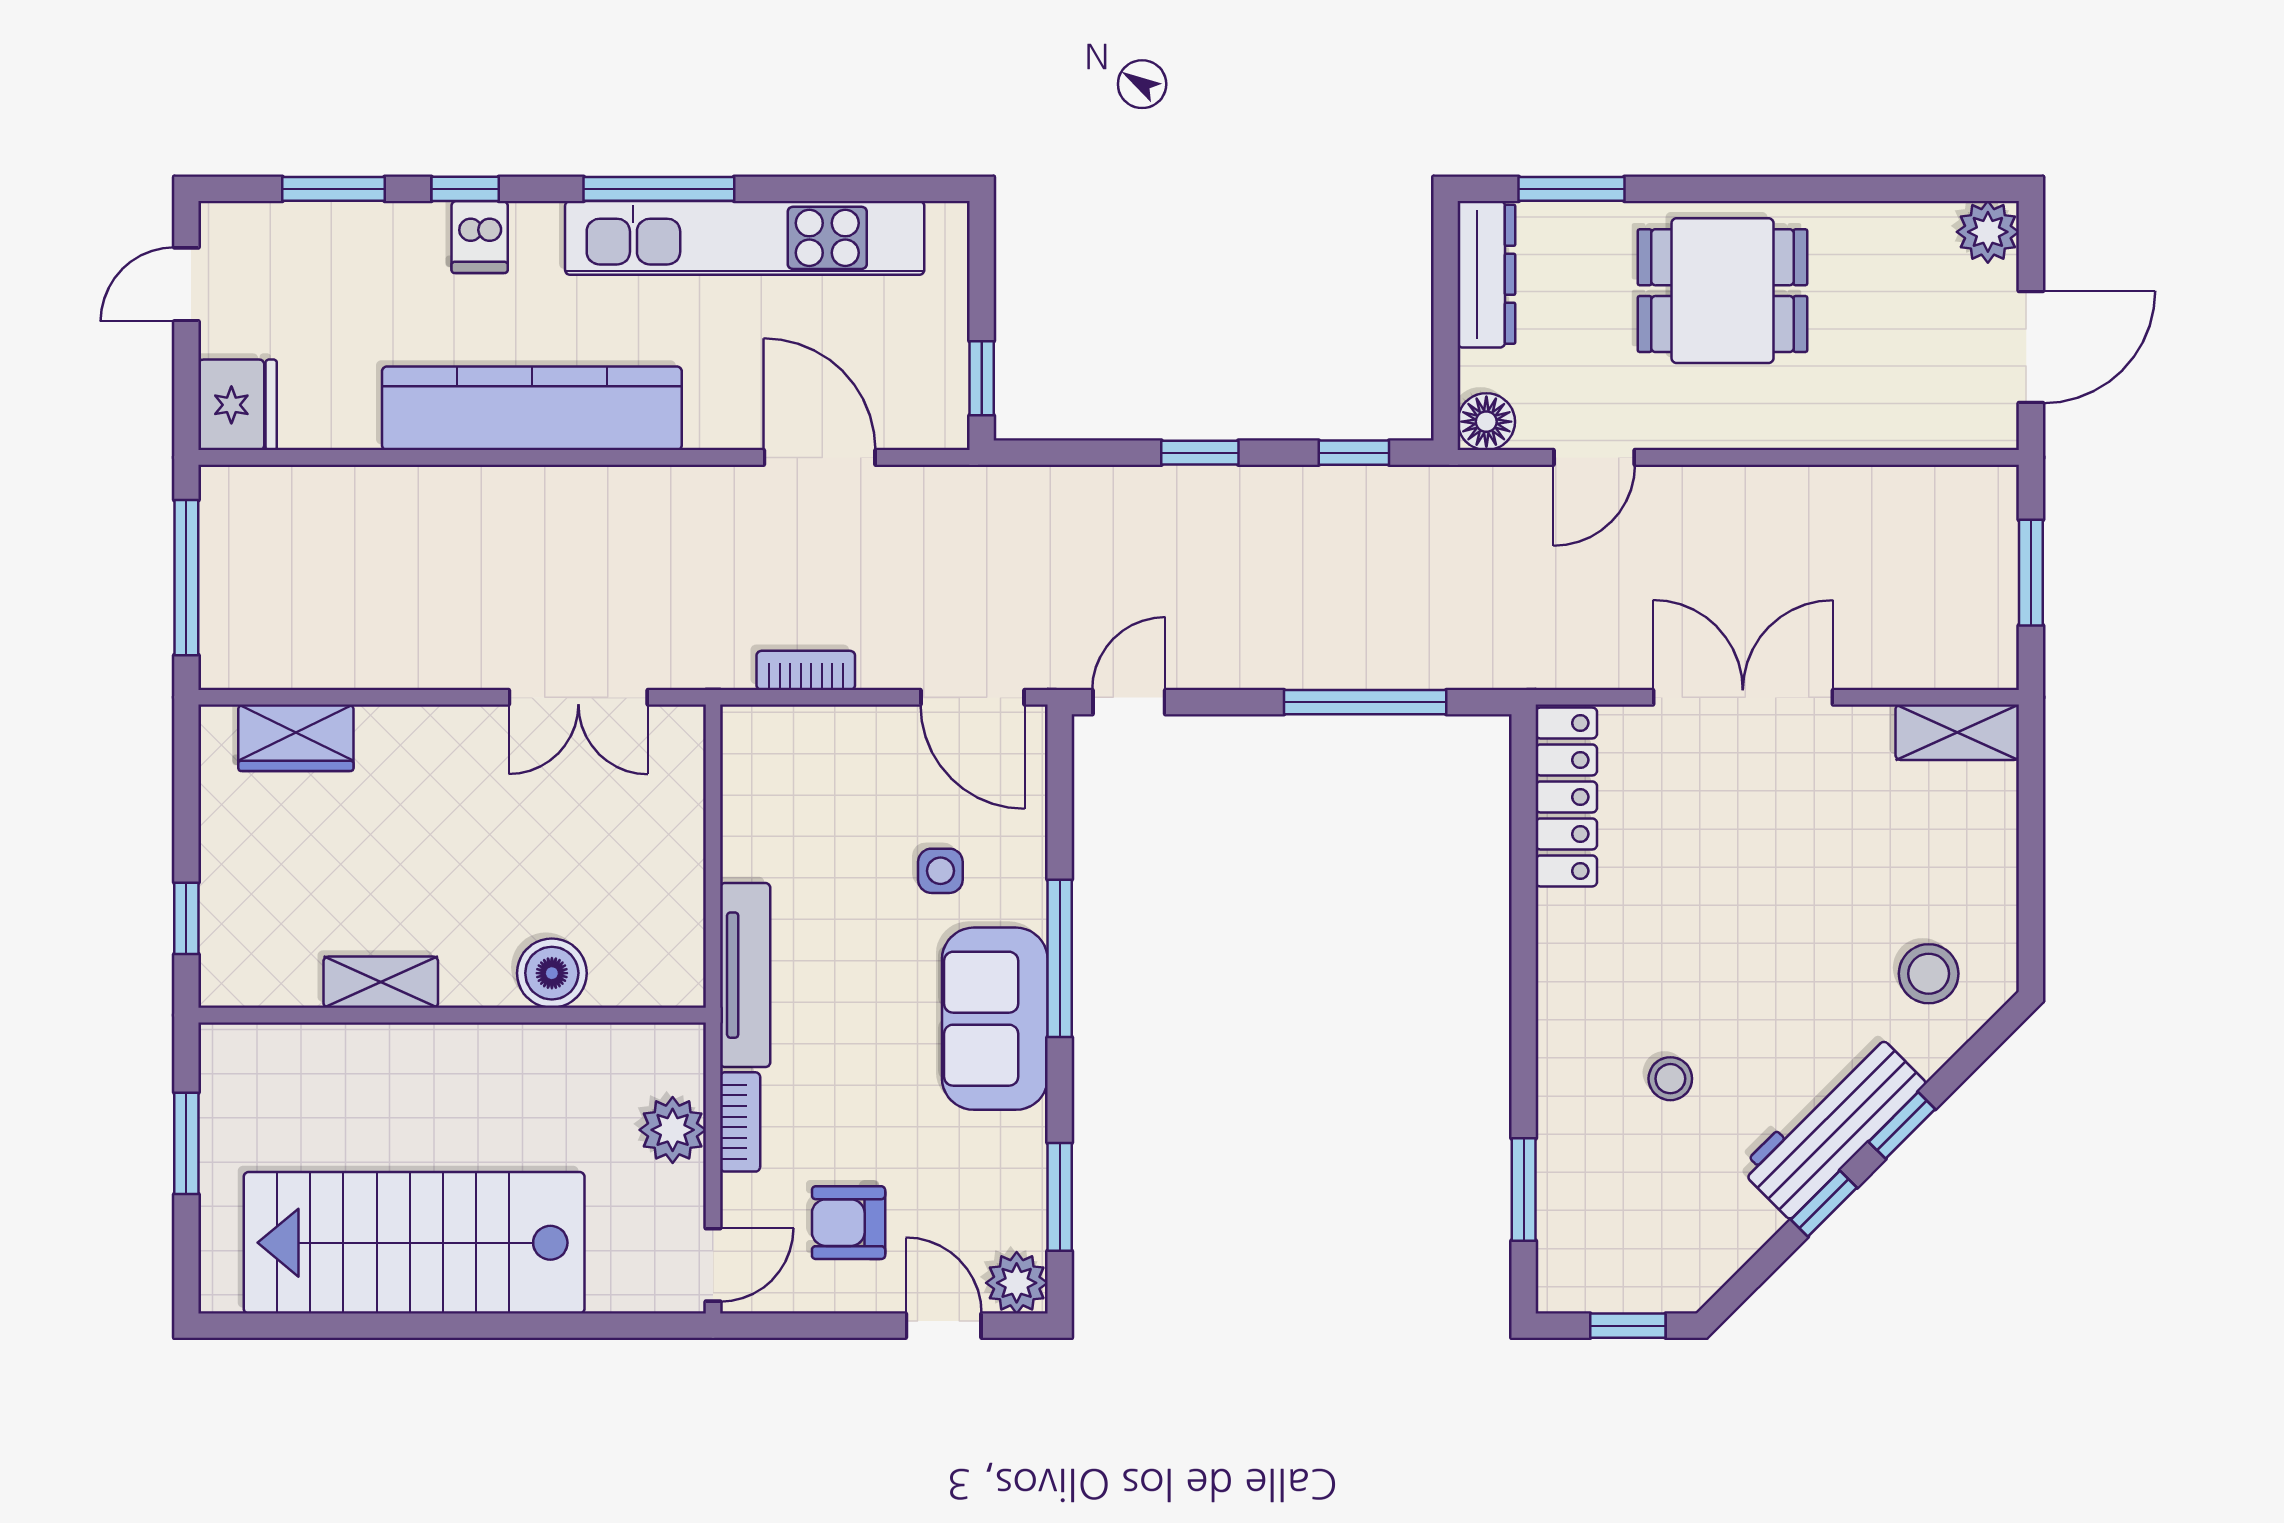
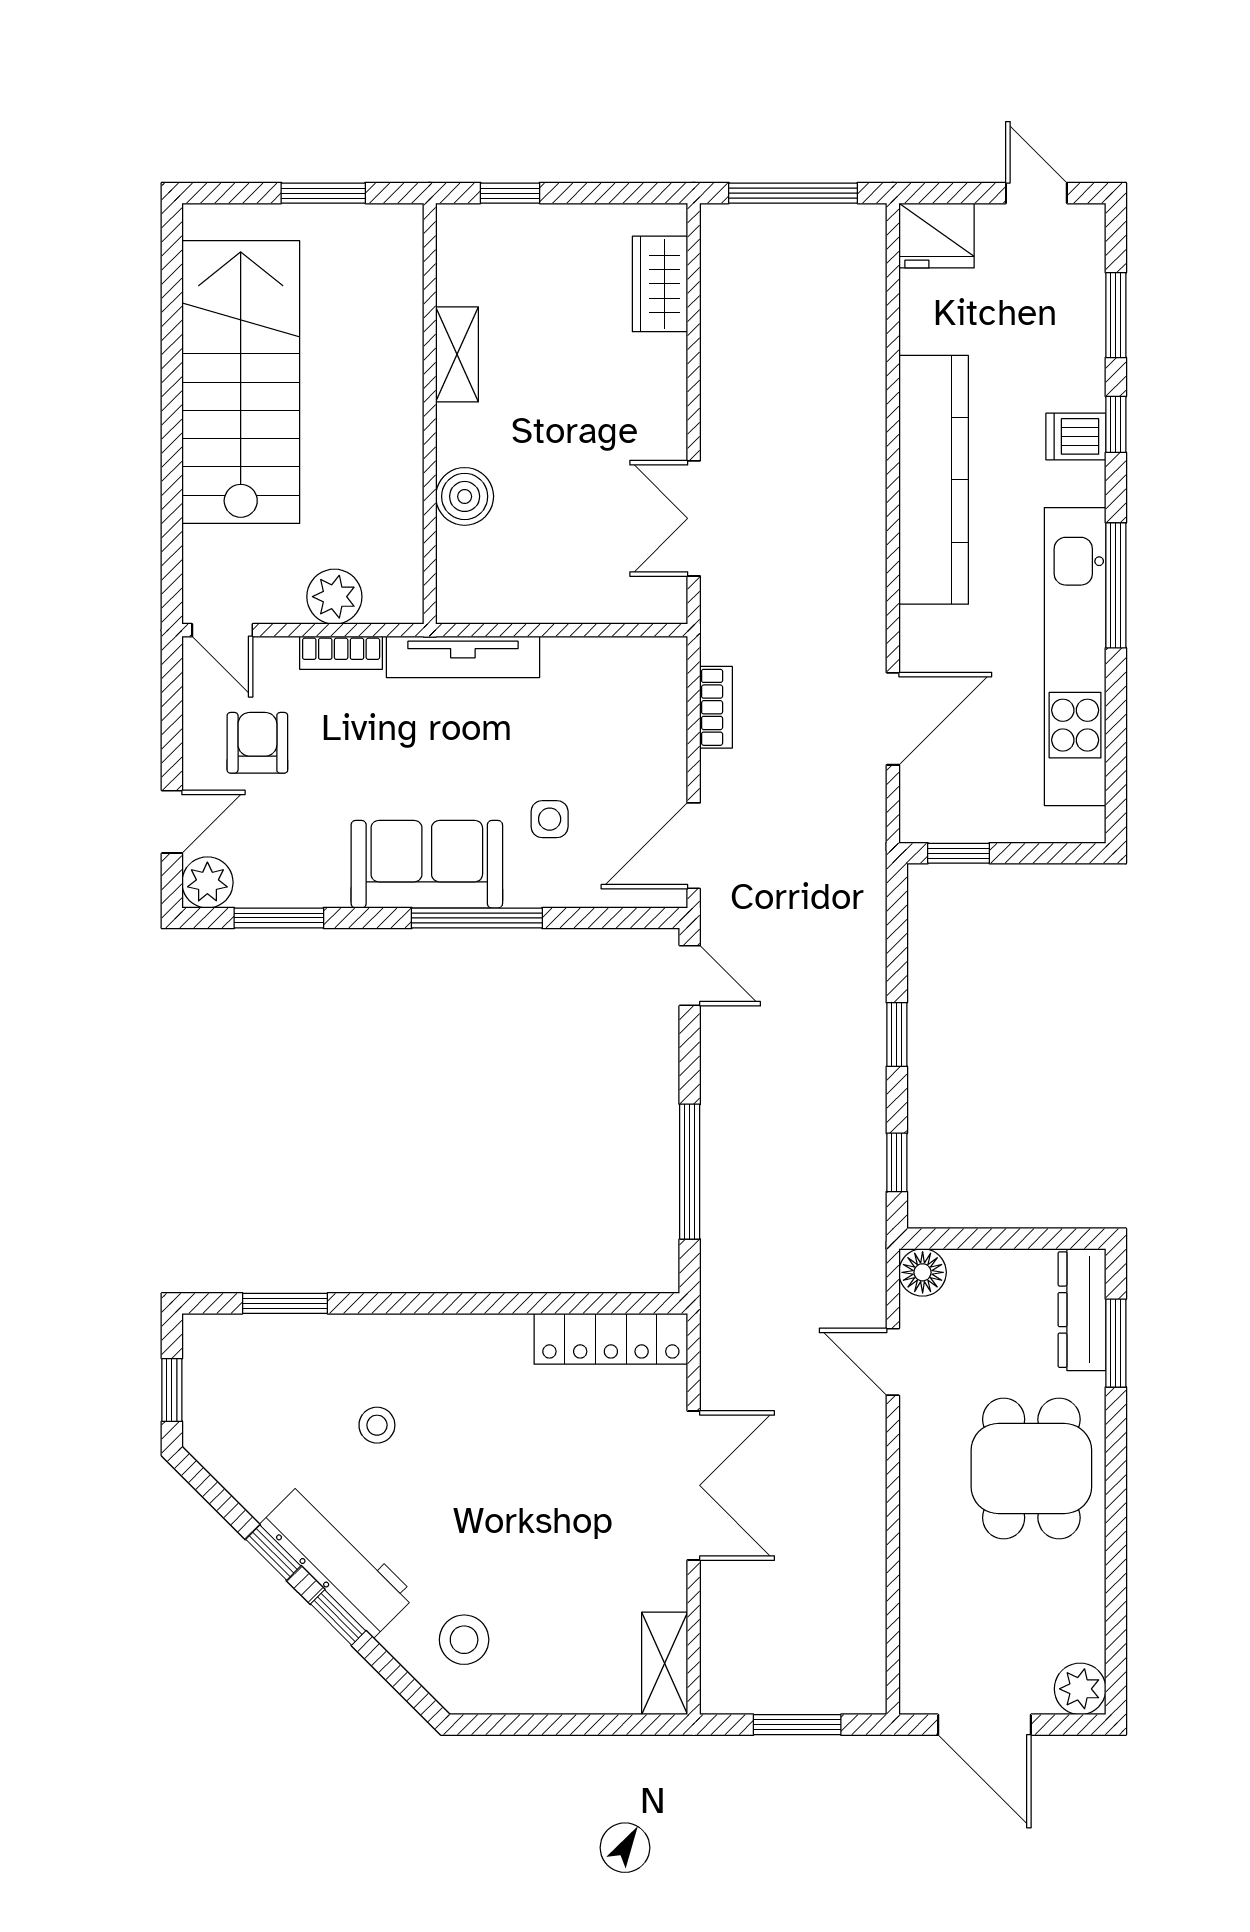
dresser: (1486, 274) -> (1082, 1310), moved, turned 90

